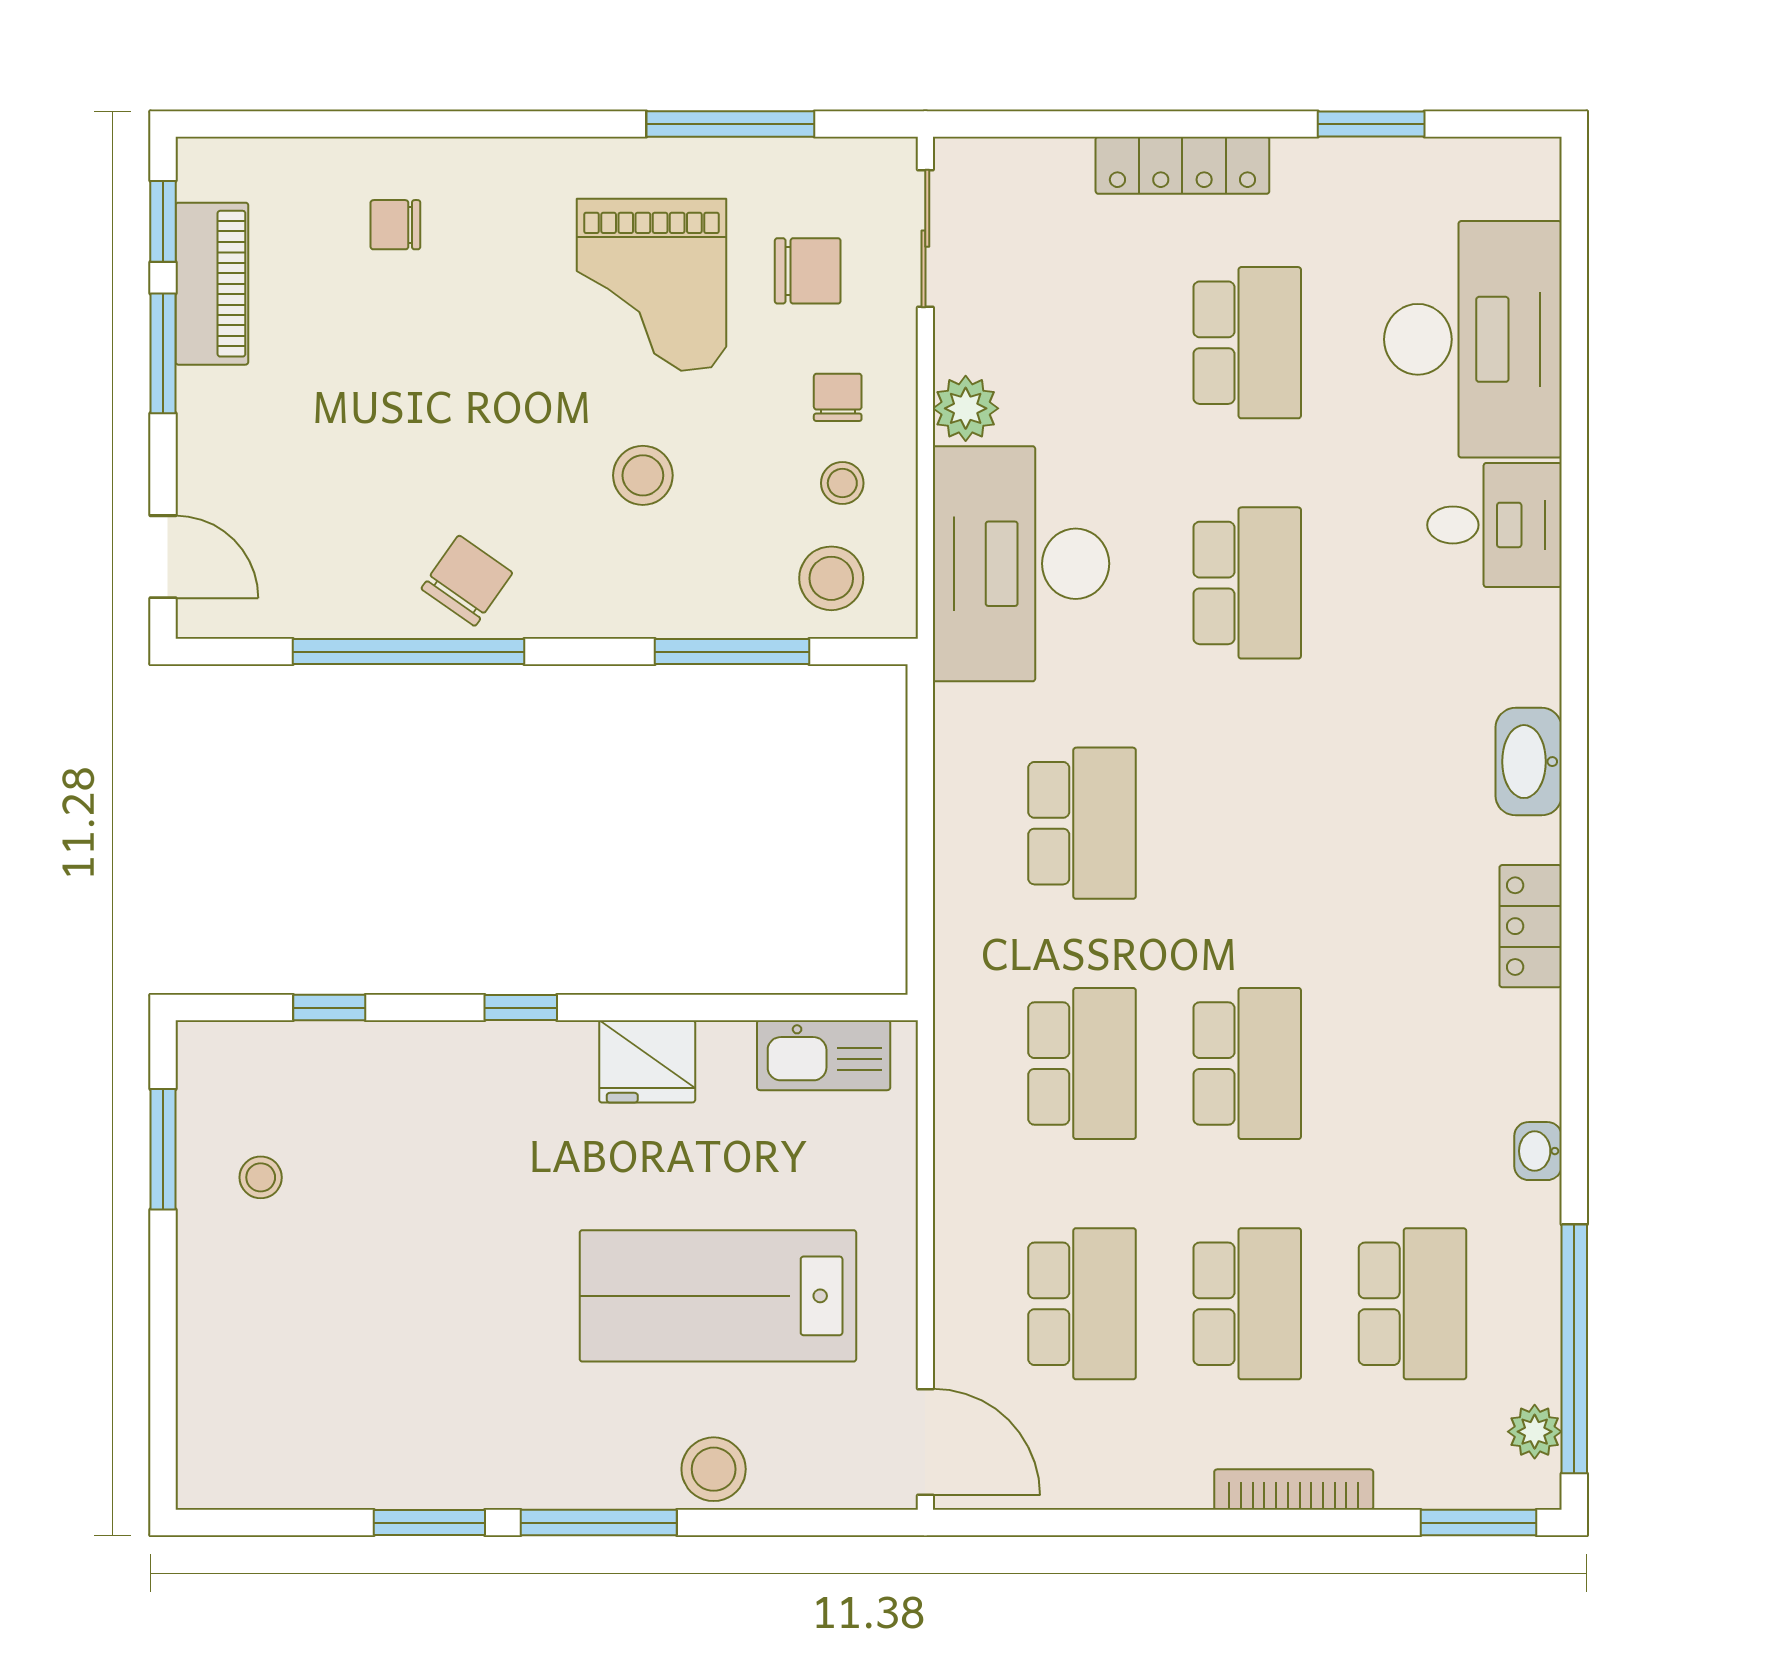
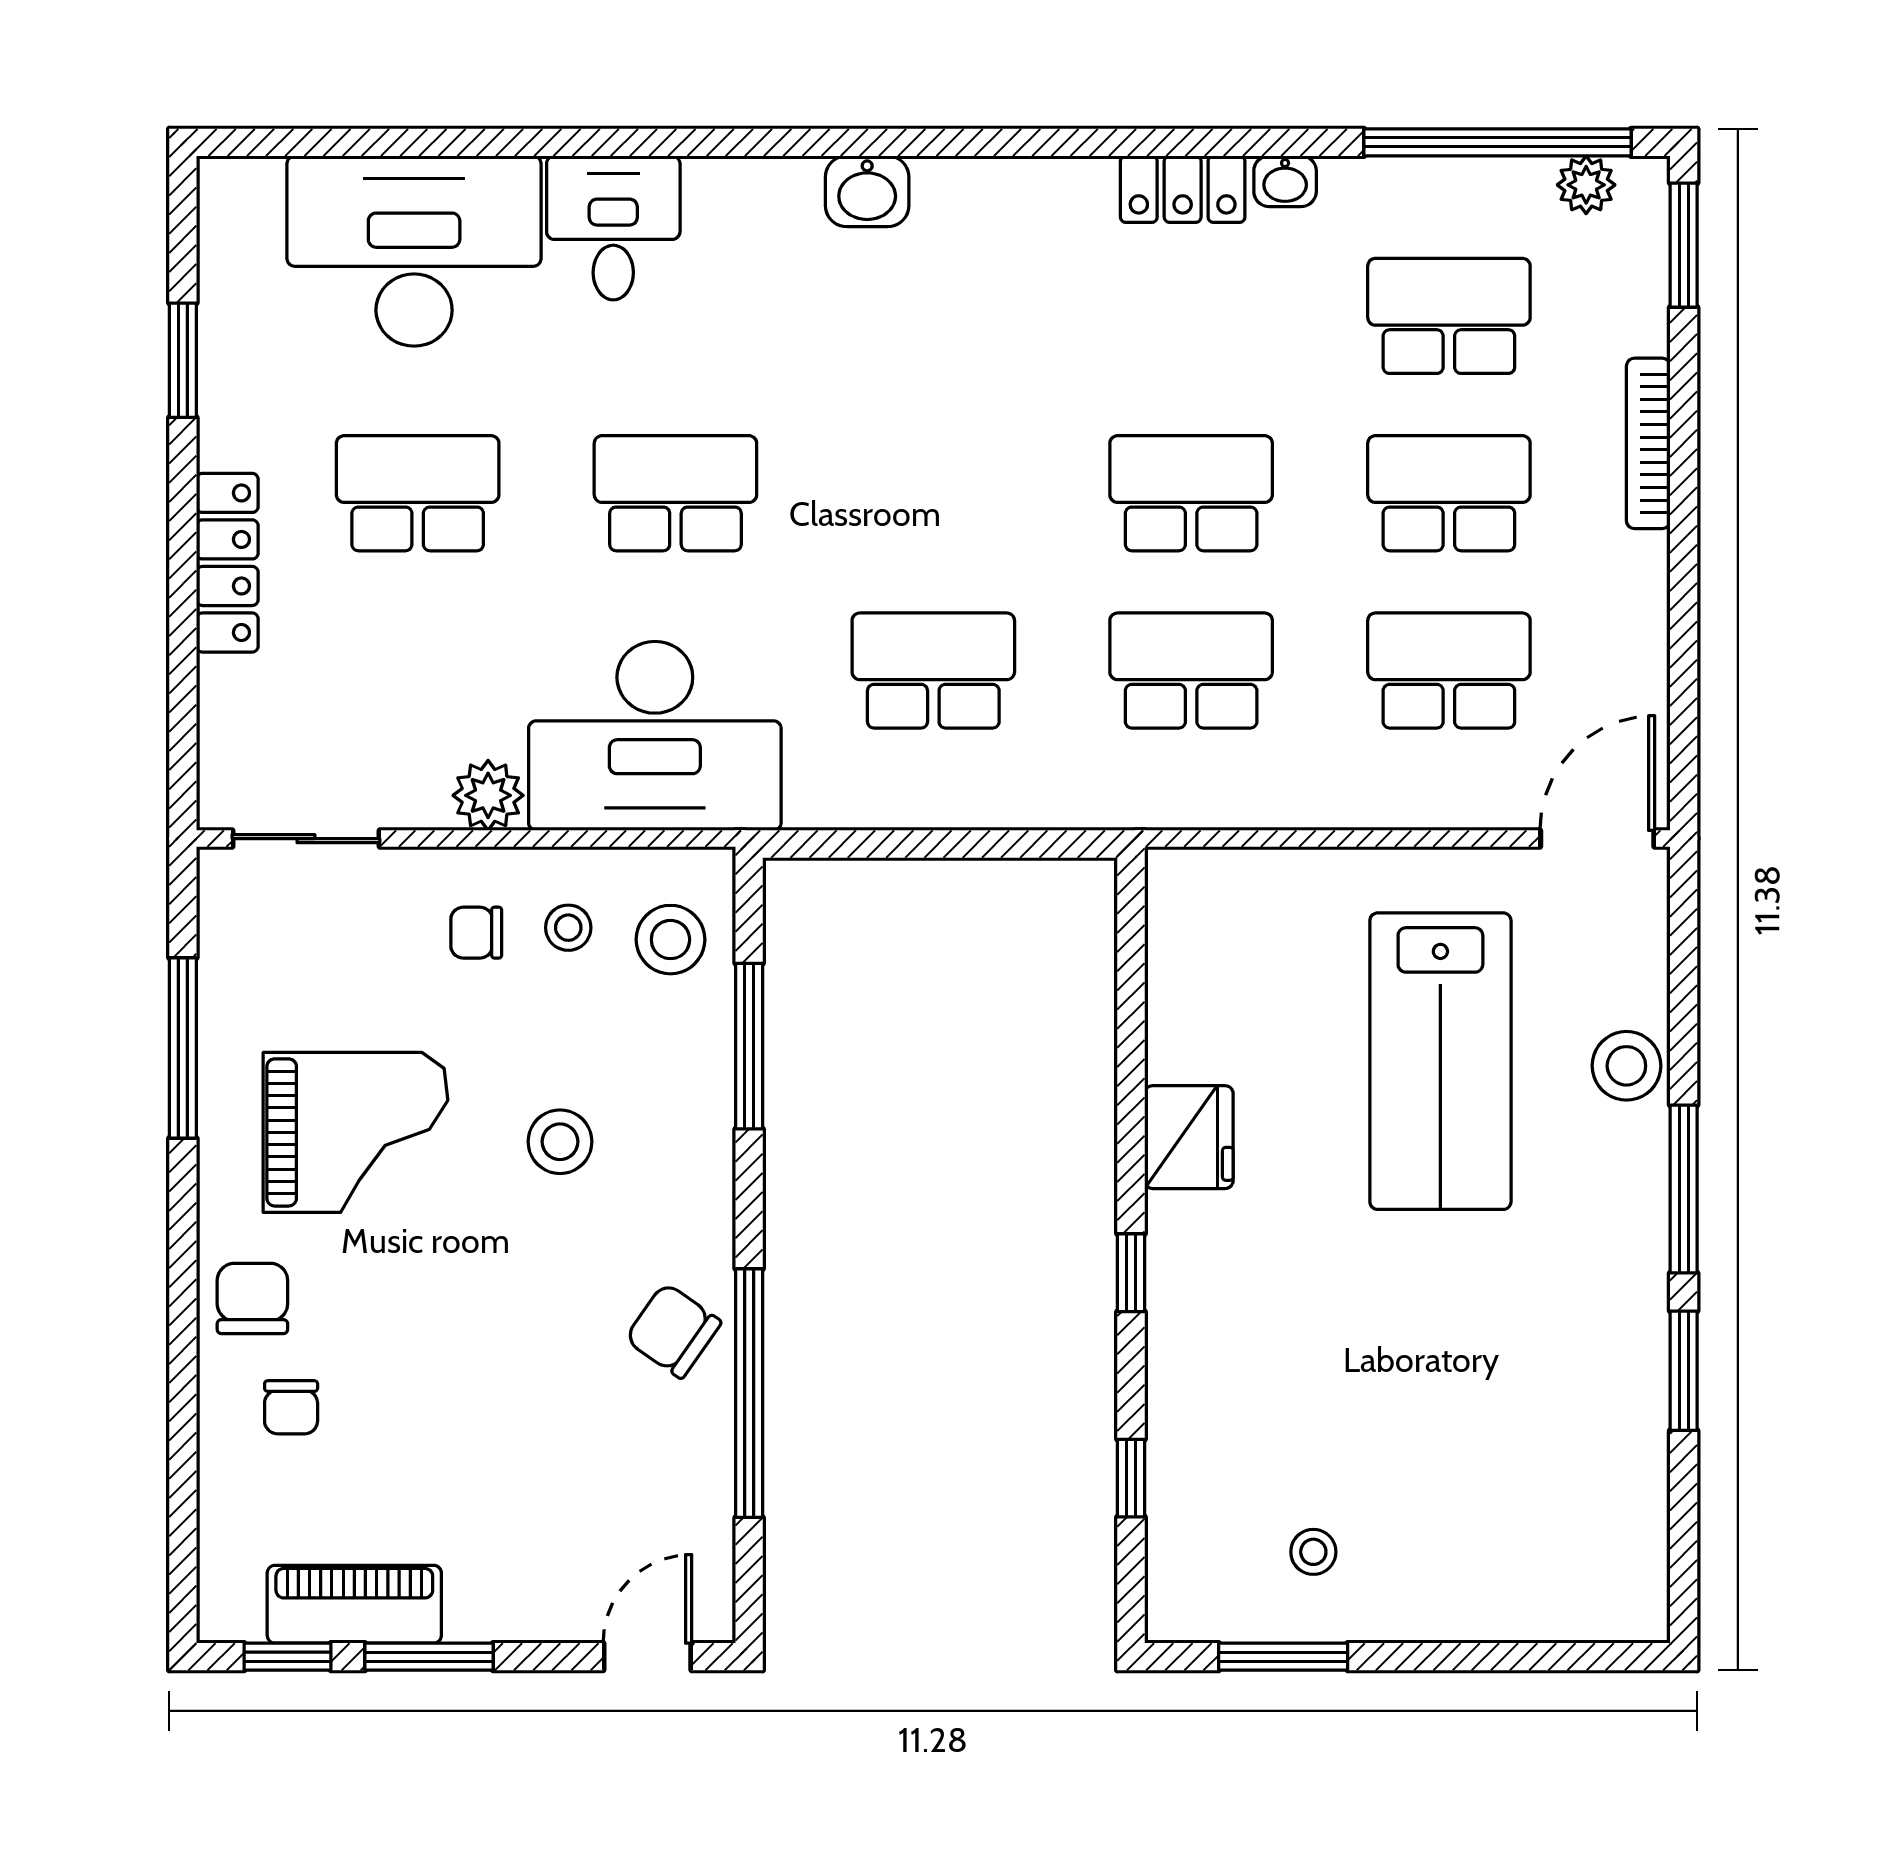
chair: (808, 271) -> (252, 1298), moved
washbasin: (1529, 762) -> (867, 191), width x0.72
locker: (1531, 926) -> (1183, 189), moved
kitchen sink: (824, 1055) -> (1182, 948), removed

